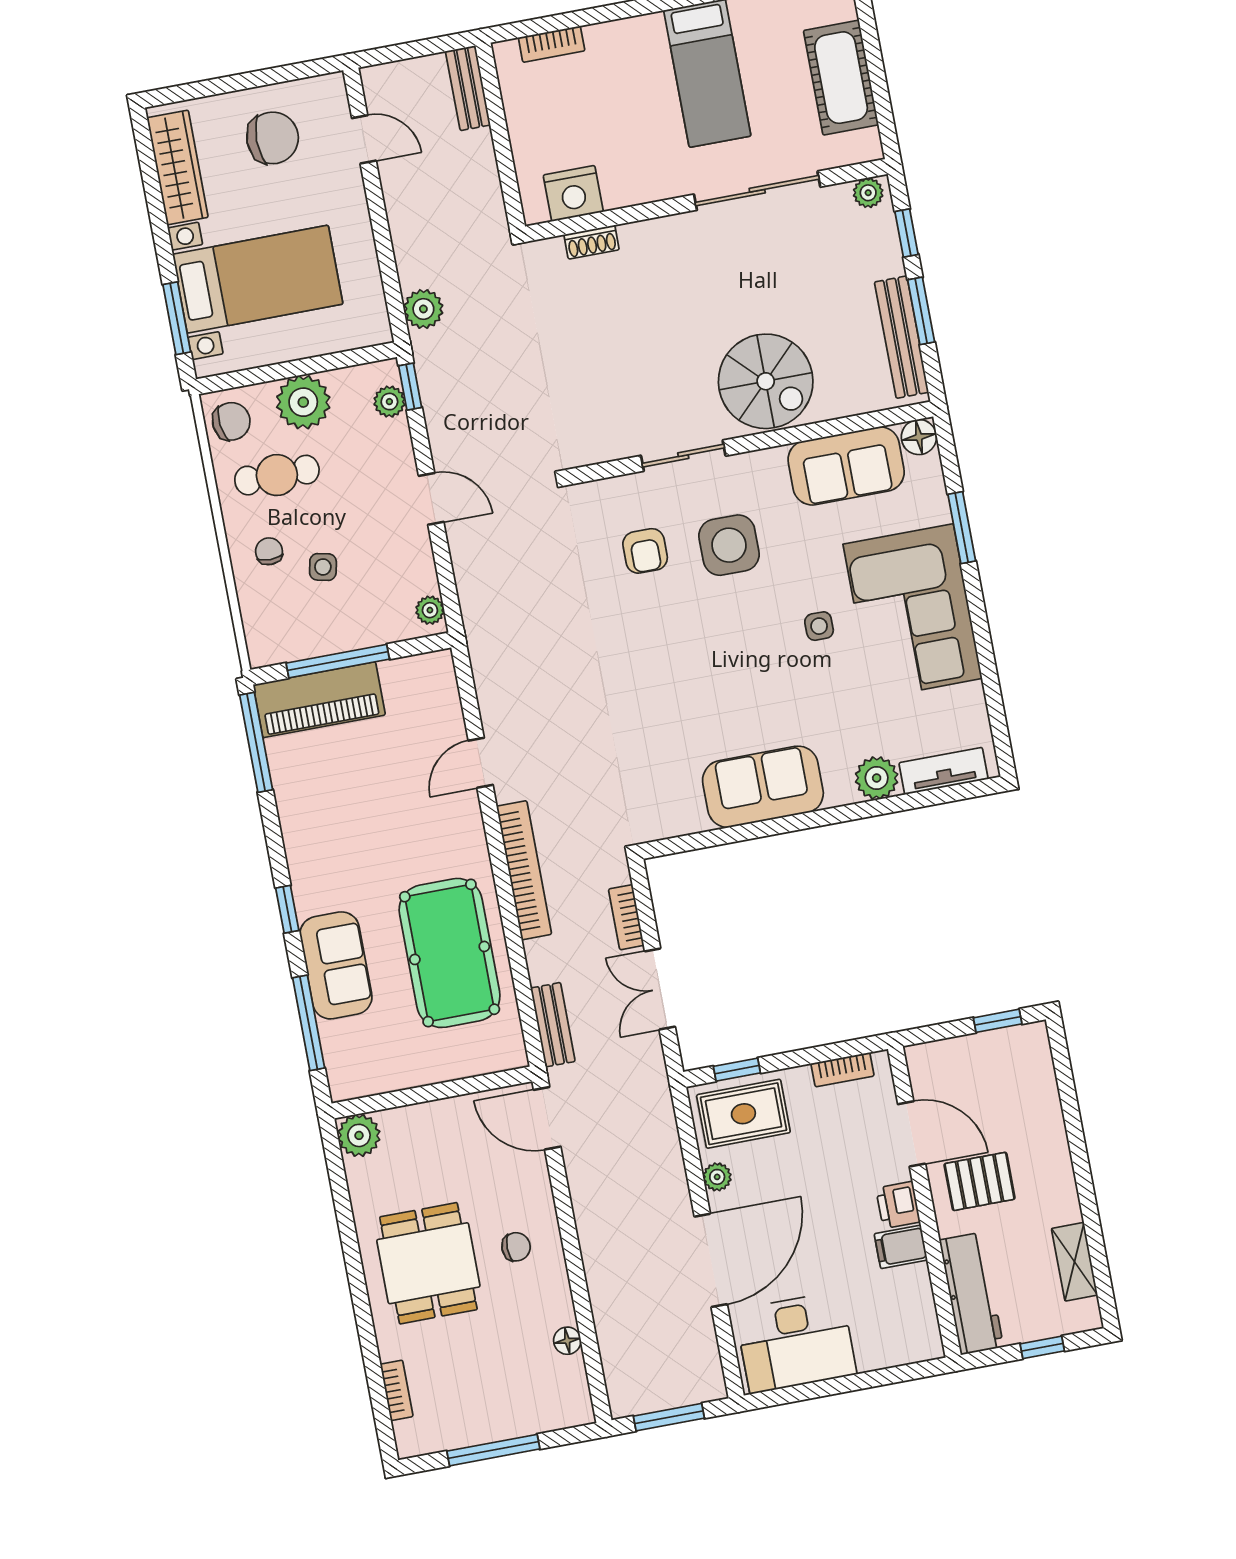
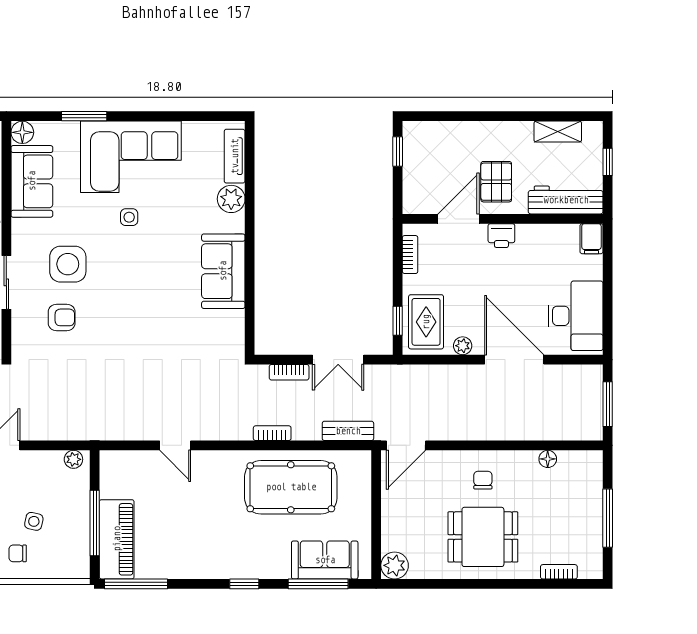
bookcase: (524, 870) -> (272, 433), width x0.43, depth x0.76
sofa: (336, 965) -> (325, 560), moved
filing cabinet: (901, 1247) -> (591, 239), moved

